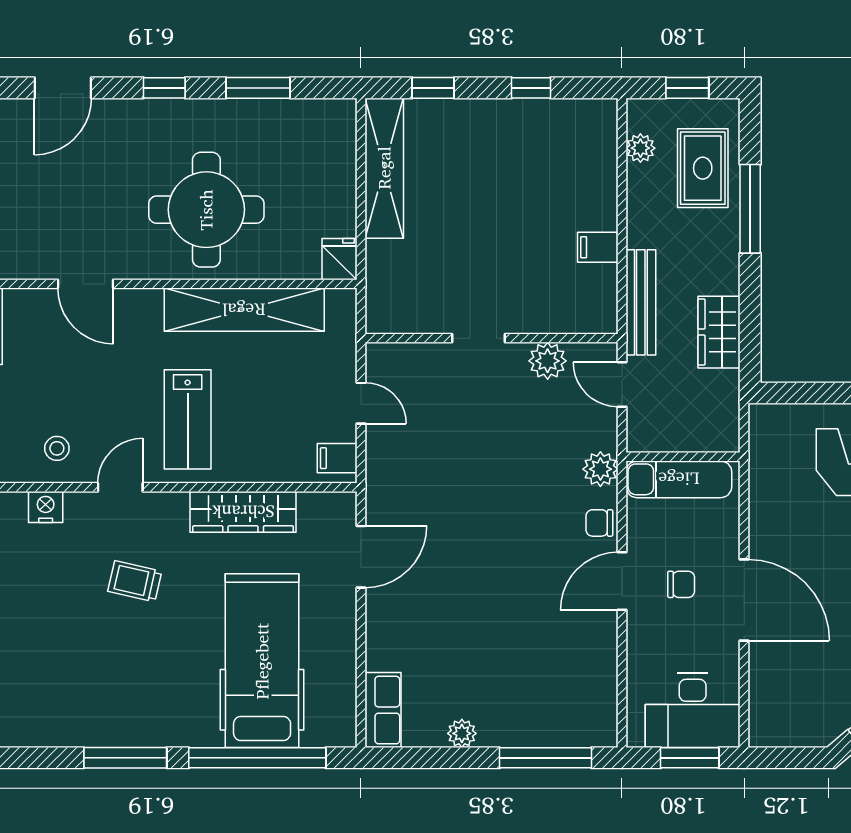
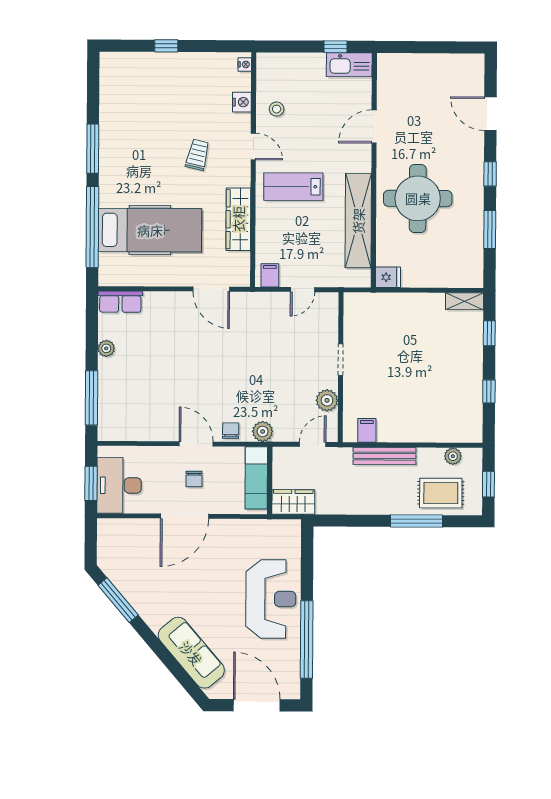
shelving: (384, 168) -> (464, 301), width x0.45, depth x0.75
filing cabinet: (598, 247) -> (367, 430), moved
bench: (641, 302) -> (384, 456), moved
wardrobe: (719, 332) -> (293, 502), moved

